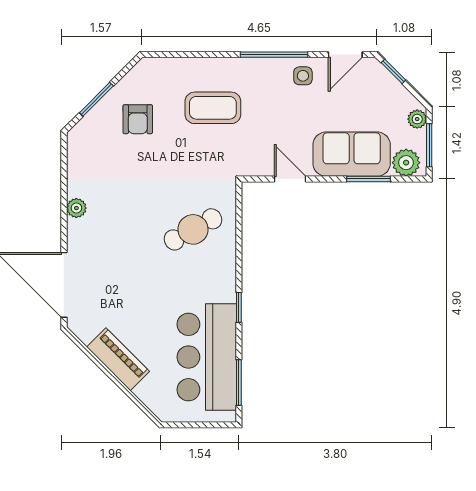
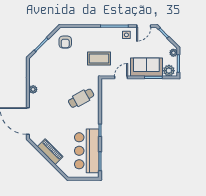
coffee table: (213, 108) -> (99, 59), moved
armchair: (138, 119) -> (65, 42), moved
door: (290, 179) -> (121, 77), hinge flipped

